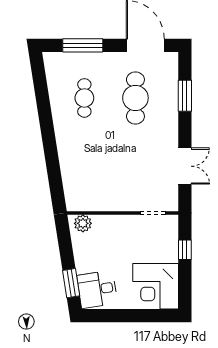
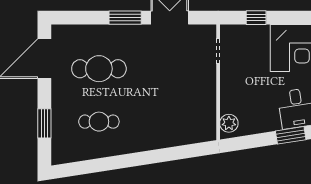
window: (83, 45) -> (44, 123), width x0.69
window: (185, 96) -> (125, 18), moved

